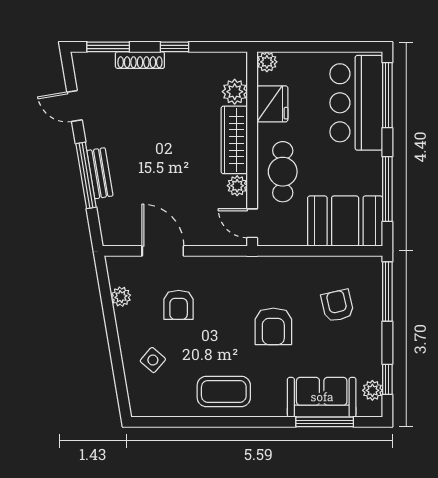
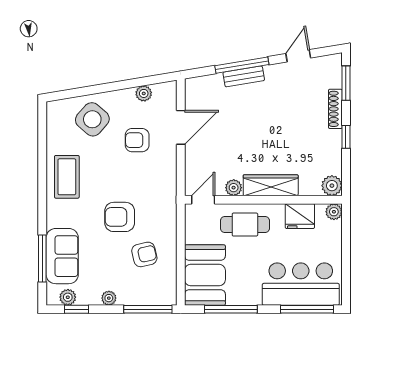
plant: (235, 92) -> (332, 186), moved
armchair: (337, 306) -> (144, 254), moved
plant: (374, 340) -> (109, 298), added
side table: (153, 360) -> (92, 119), width x1.87, depth x1.87

